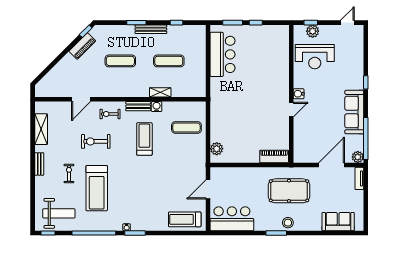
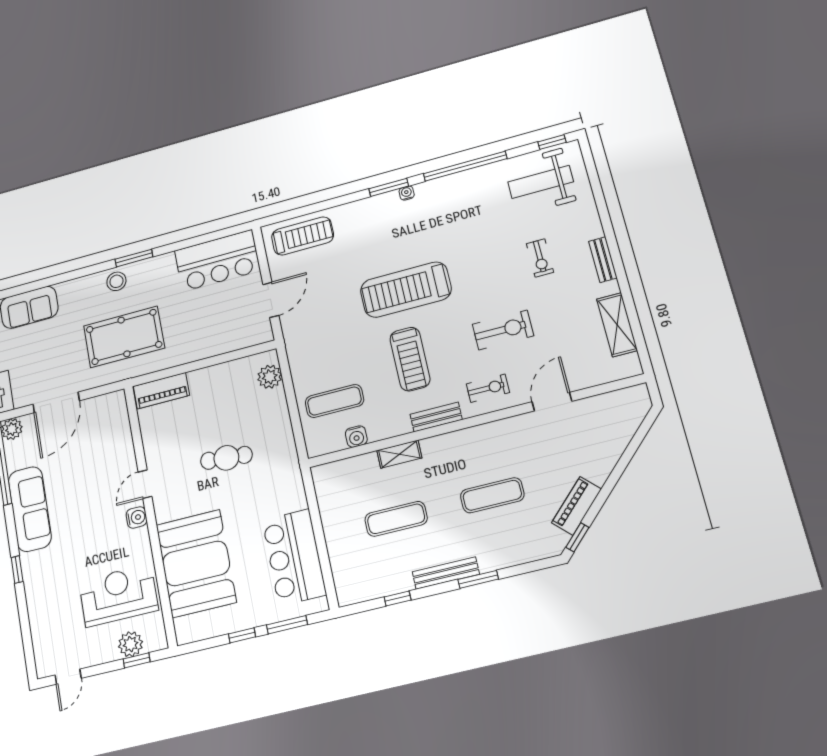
booth: (272, 63) -> (196, 563), added
water cooler: (157, 107) -> (356, 437), moved
cafe table: (247, 113) -> (226, 458), added
treadmill: (97, 188) -> (406, 290), moved, turned -90

